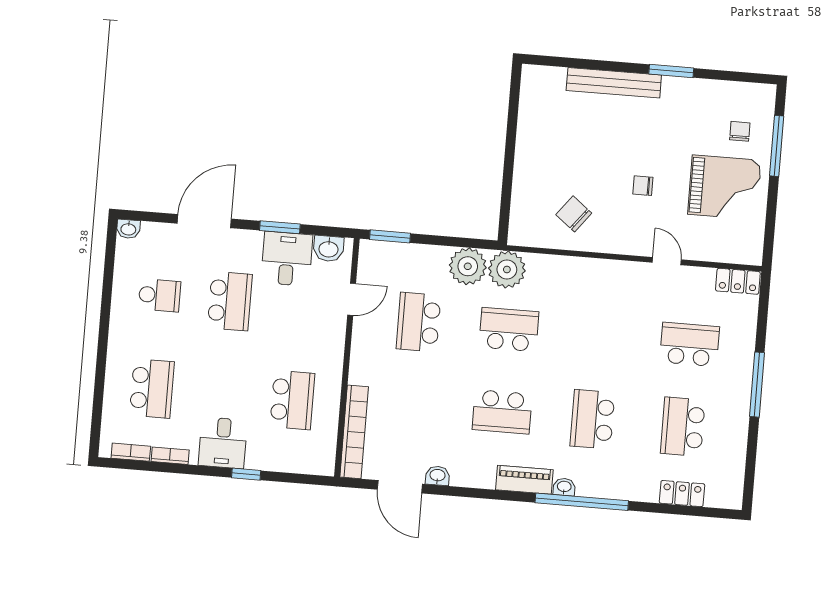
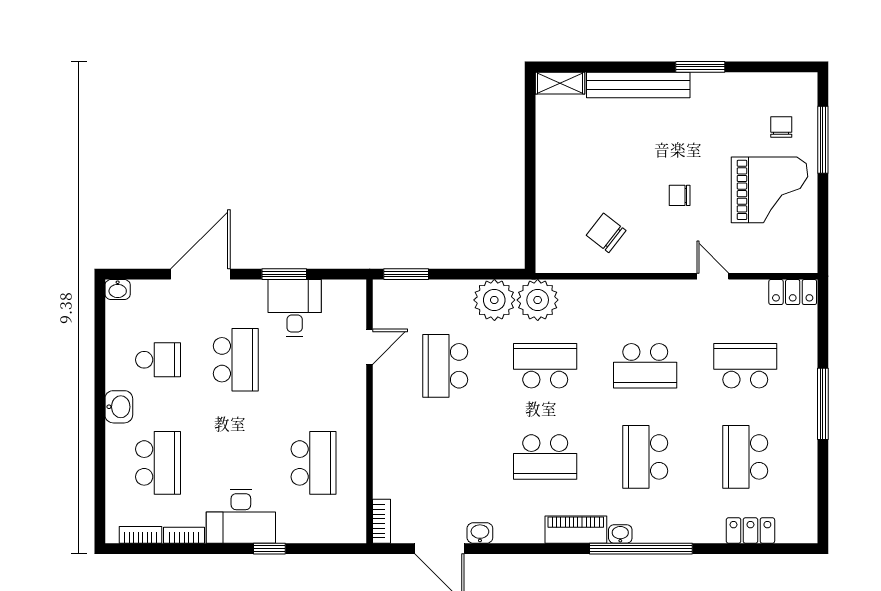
shelving: (543, 75) -> (560, 83), added
washbasin: (329, 249) -> (119, 407), moved, turned -90
school desk: (599, 337) -> (645, 366), added
bookcase: (354, 432) -> (382, 521), width x0.43, depth x0.76
desk: (223, 443) -> (241, 516), width x1.37

